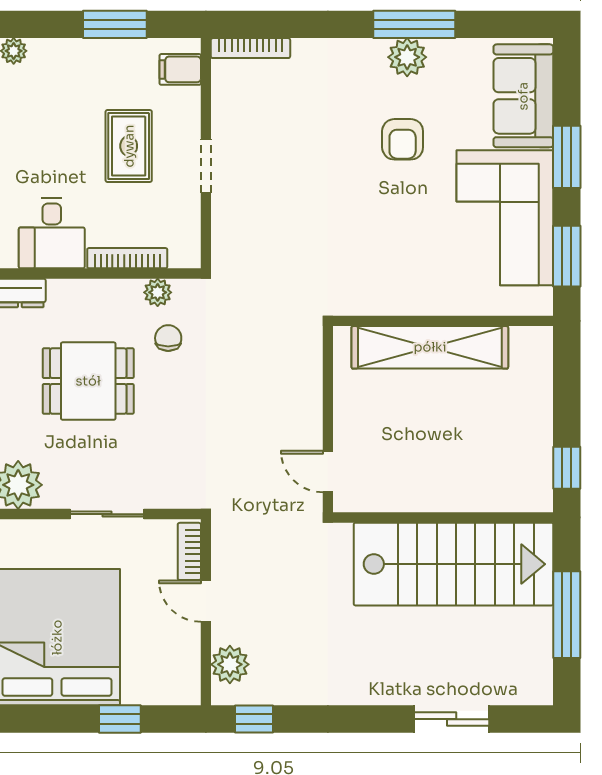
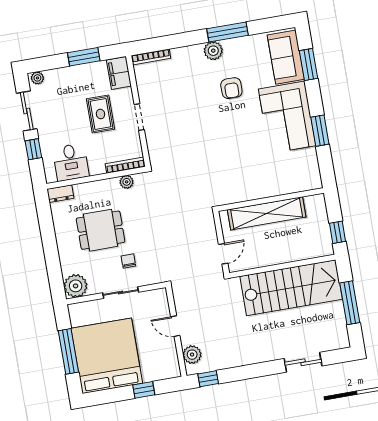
plant: (407, 57) -> (213, 51), moved
filing cabinet: (180, 69) -> (119, 73), width x2.00
window: (567, 157) -> (309, 64), moved
bookcase: (127, 258) -> (125, 165), moved
wall: (443, 321) -> (271, 200), moved
chair: (168, 338) -> (128, 261), moved
shelving: (430, 347) -> (267, 213), moved
door: (328, 472) -> (223, 254), swing flipped
bookcase: (189, 551) -> (163, 304), removed

